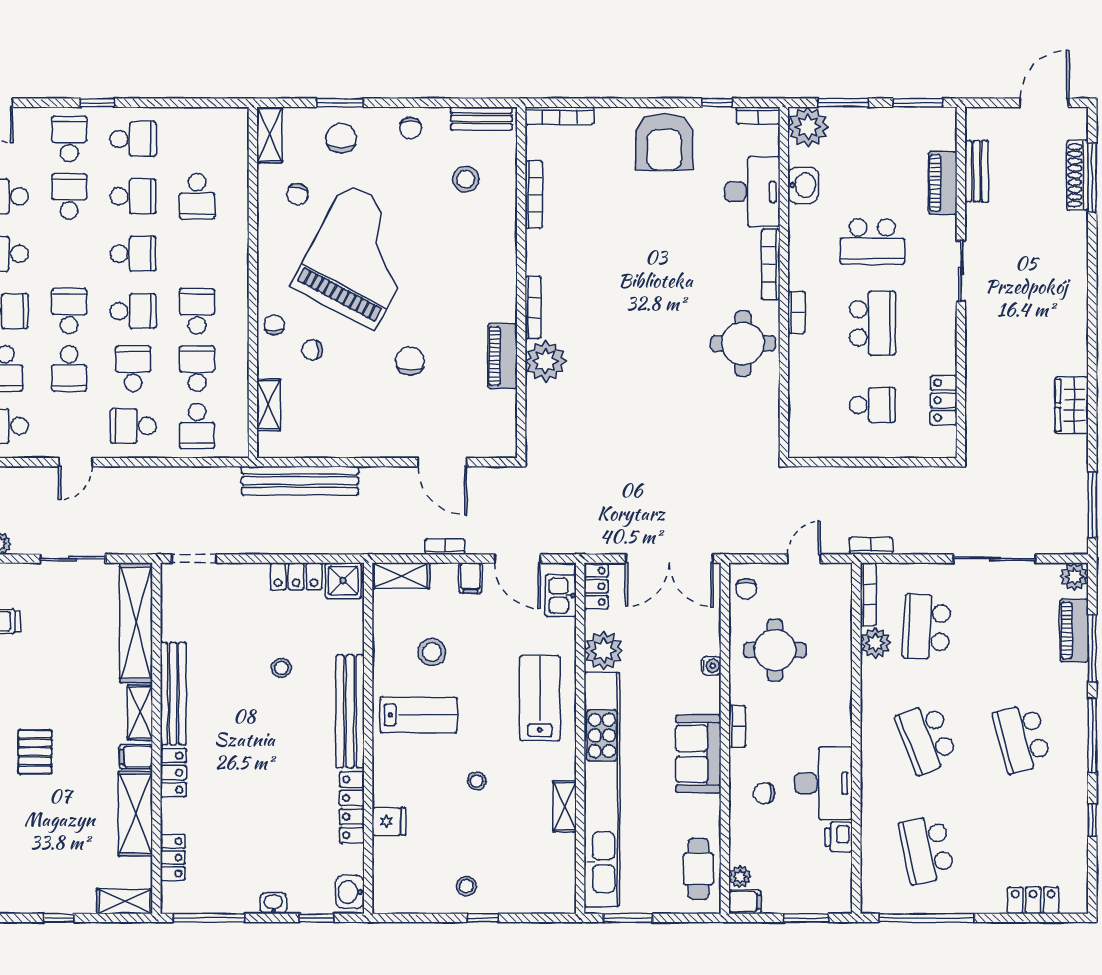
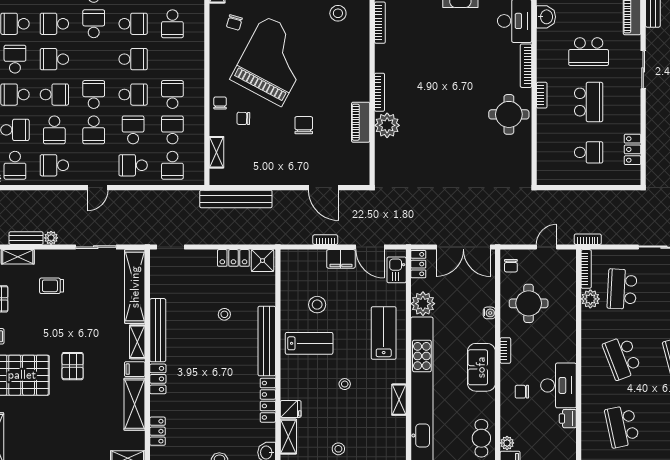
shelving: (401, 576) -> (288, 437), moved, turned 90
filing cabinet: (470, 578) -> (341, 259), width x2.00

